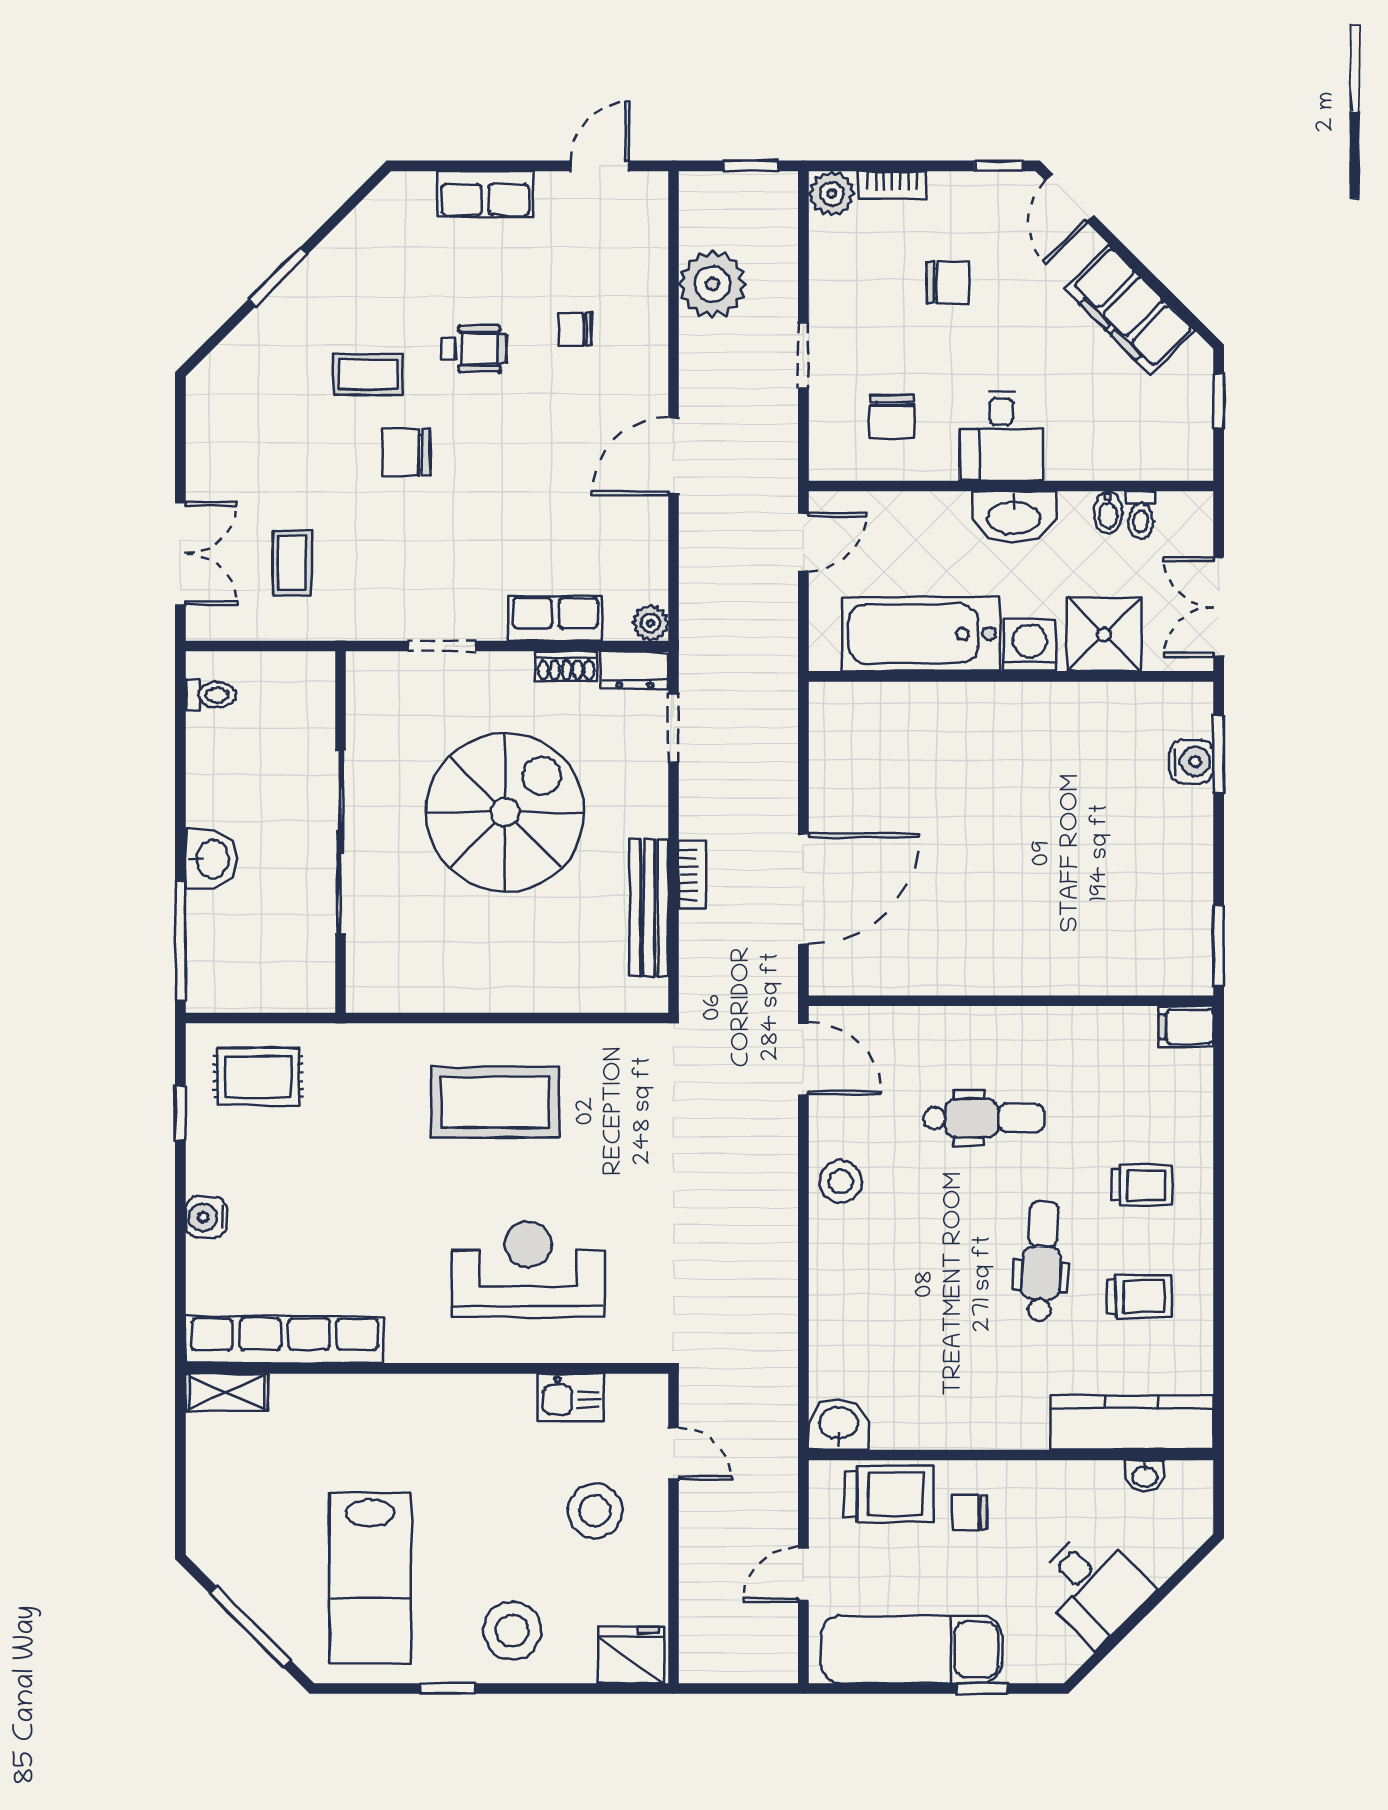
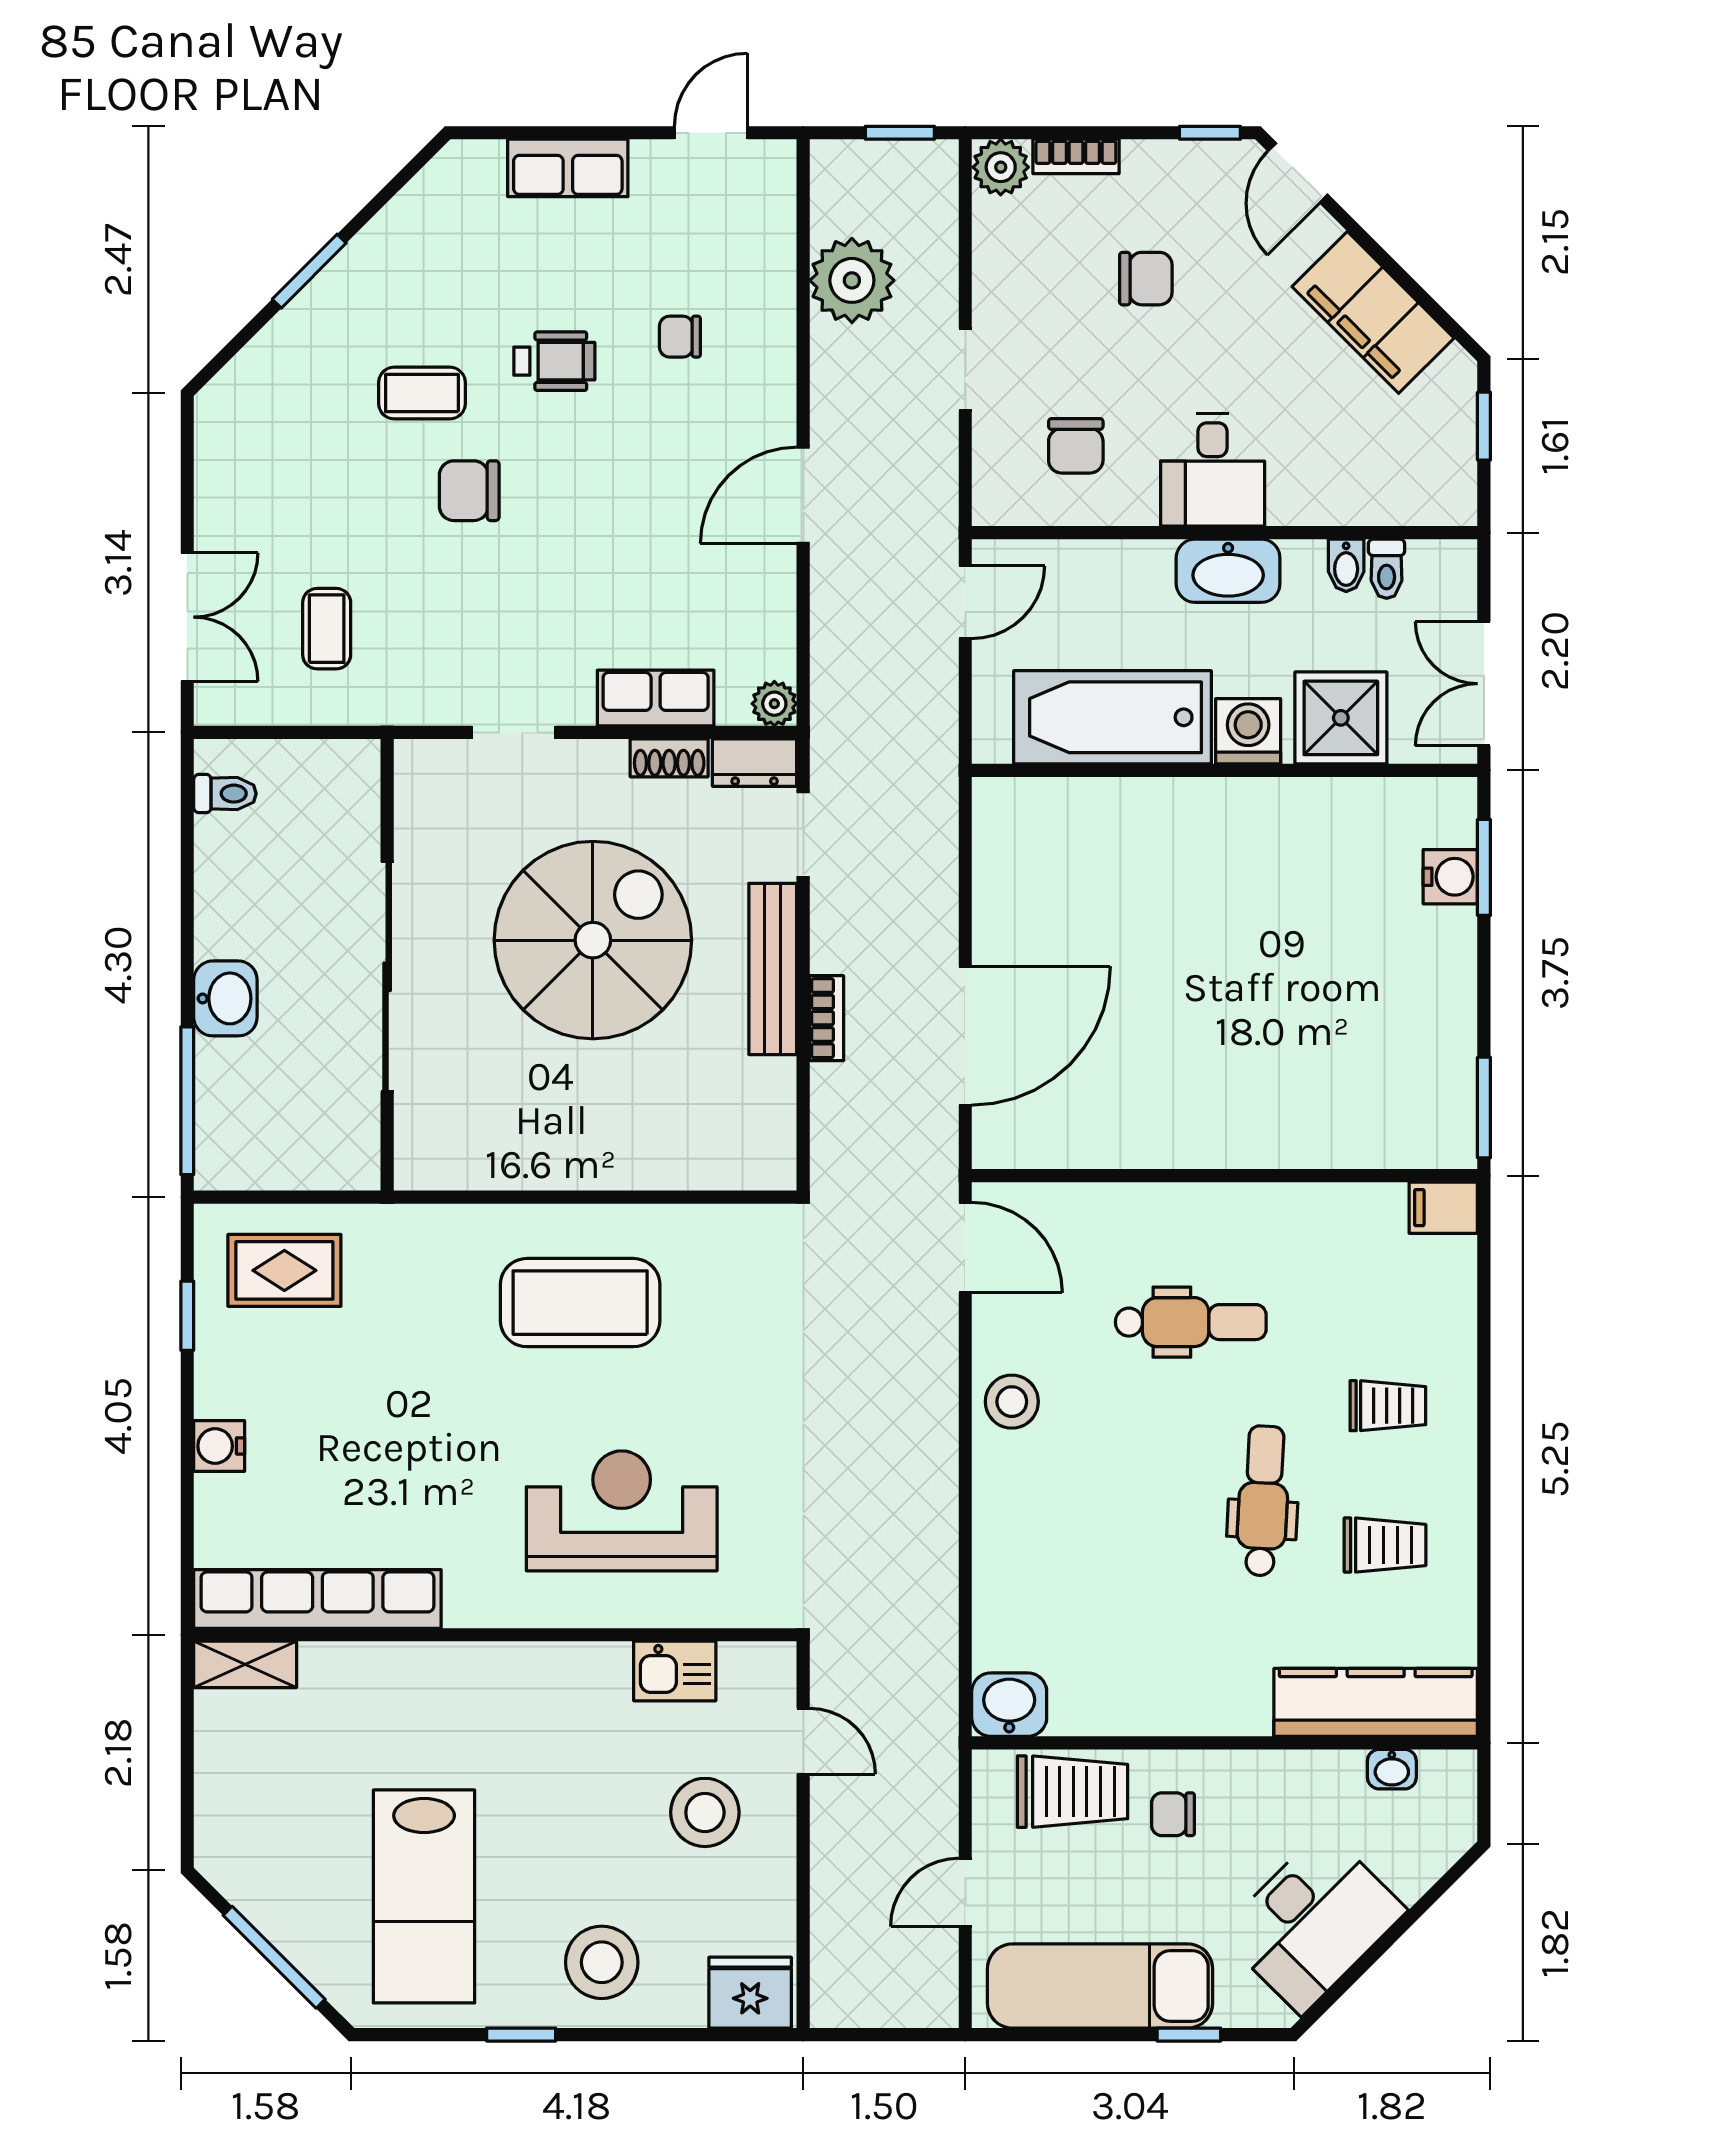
bench: (649, 908) -> (773, 969), moved
desk: (1093, 1586) -> (1313, 1922), width x1.37

